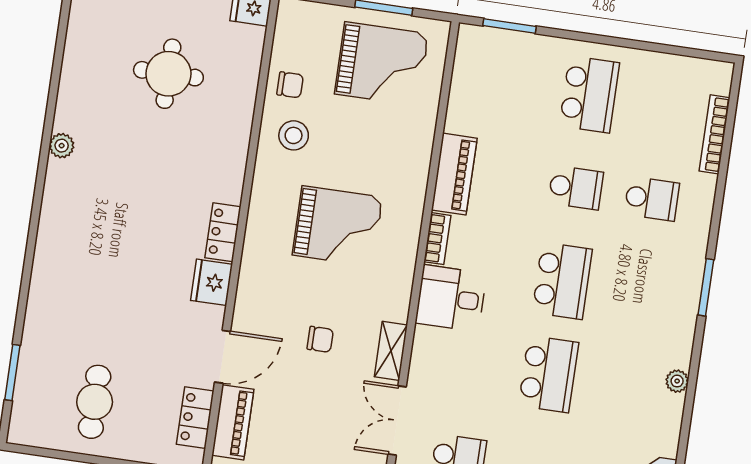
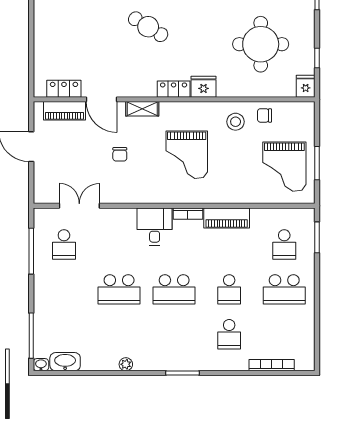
round table: (168, 74) -> (261, 44), width x1.36, depth x1.36
school desk: (513, 83) -> (284, 244), added
chair: (290, 85) -> (264, 115), turned 90
fridge: (212, 282) -> (204, 87), moved
shelving: (391, 351) -> (142, 109), moved
cafe table: (95, 402) -> (148, 27), moved, turned 32

